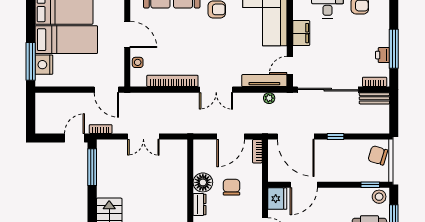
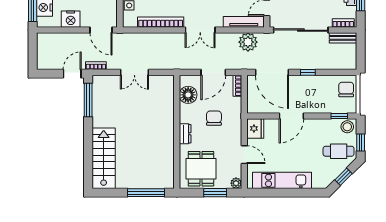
nightstand: (73, 78) -> (71, 19), added
plant: (269, 98) -> (248, 42), width x1.88, depth x1.88
chair: (378, 155) -> (346, 89), turned 73
floor lamp: (203, 182) -> (188, 95), moved
door: (304, 185) -> (291, 116), moved

